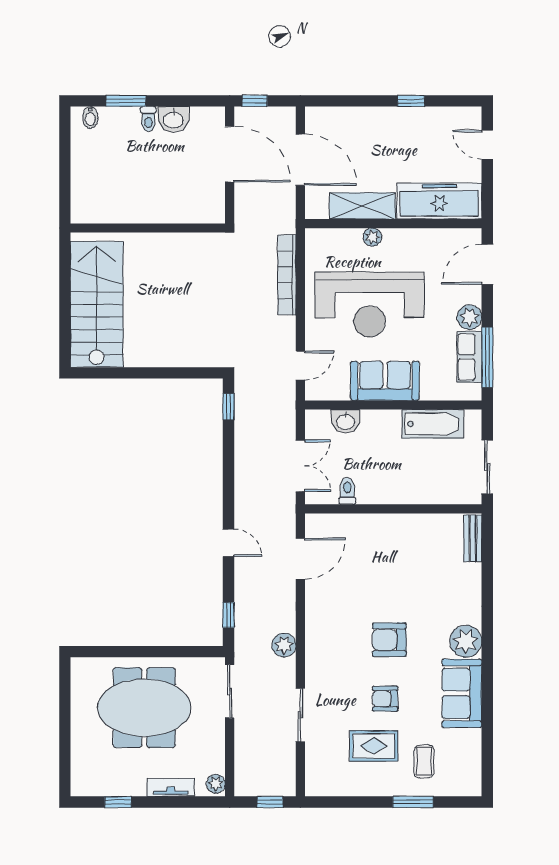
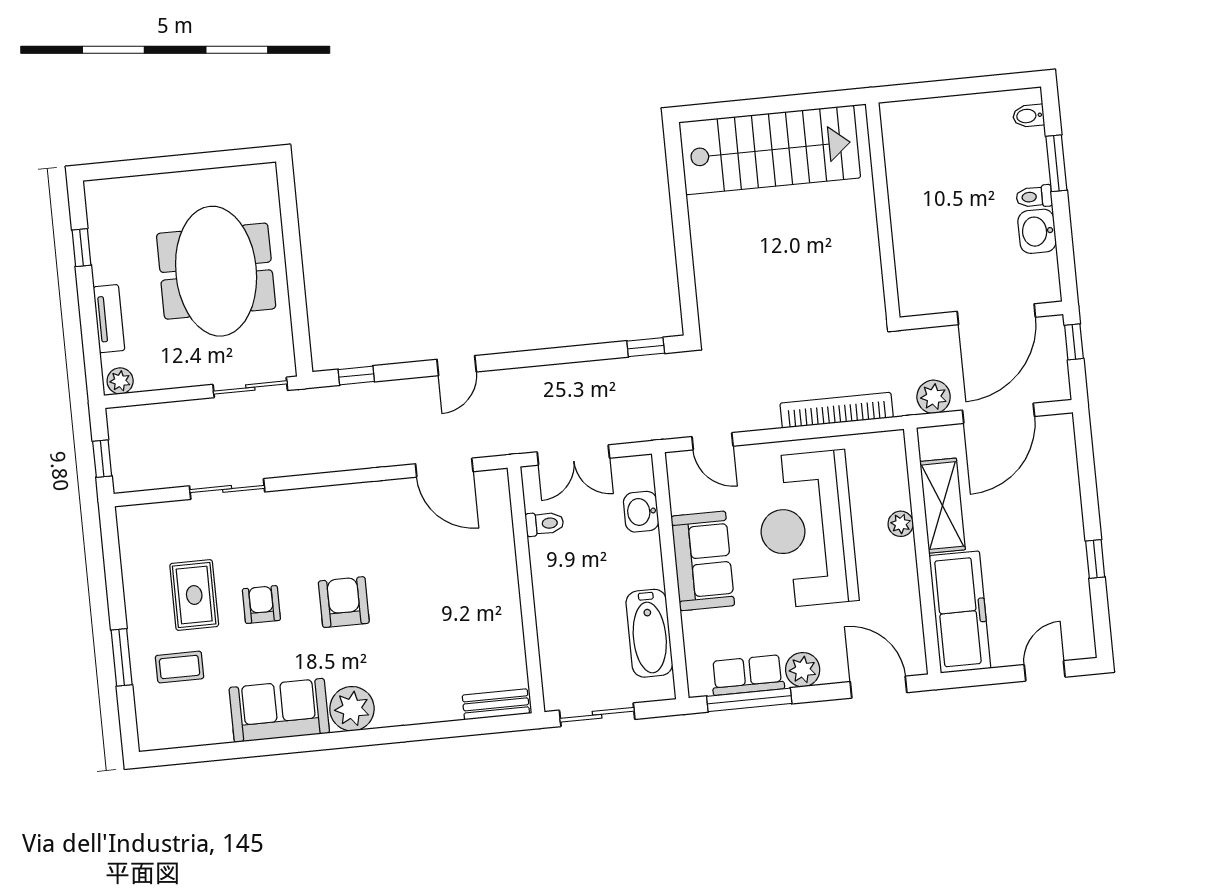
plant: (284, 645) -> (934, 397), moved

